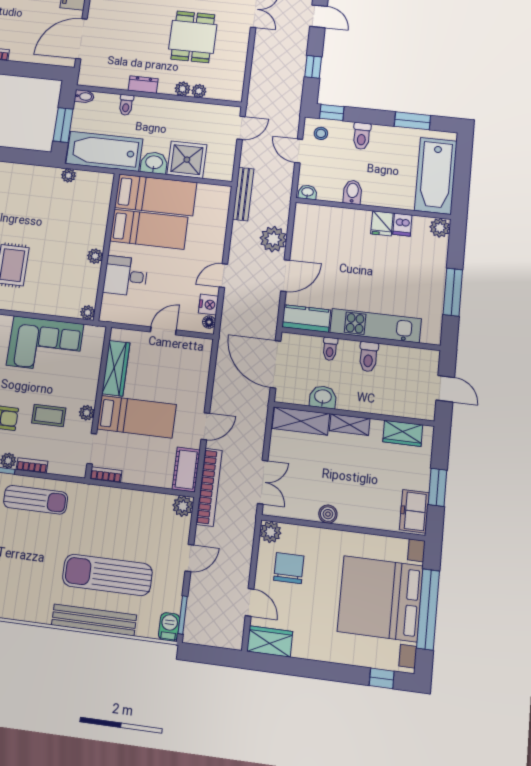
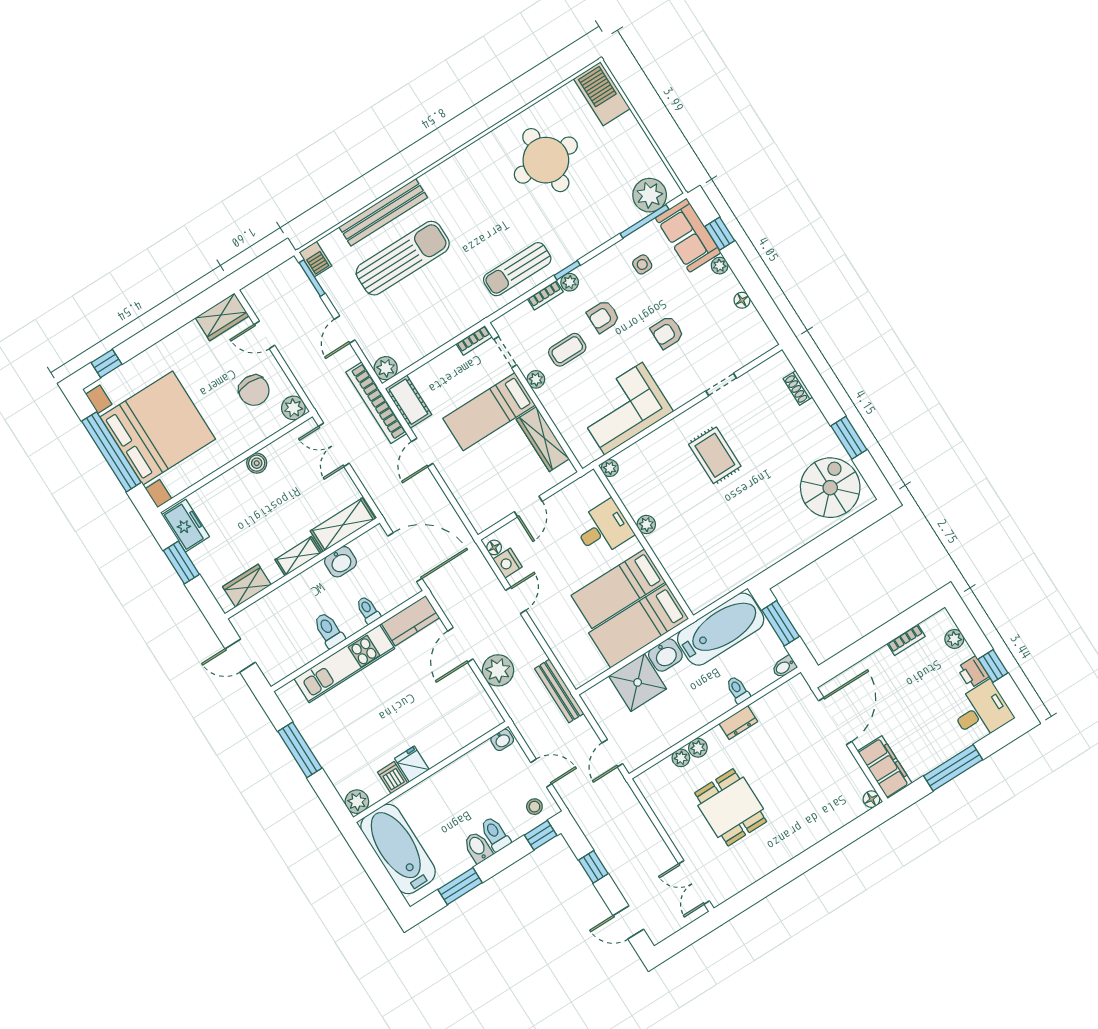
plant: (69, 175) -> (734, 580), removed
bidet: (352, 192) -> (478, 847), moved, turned 180

